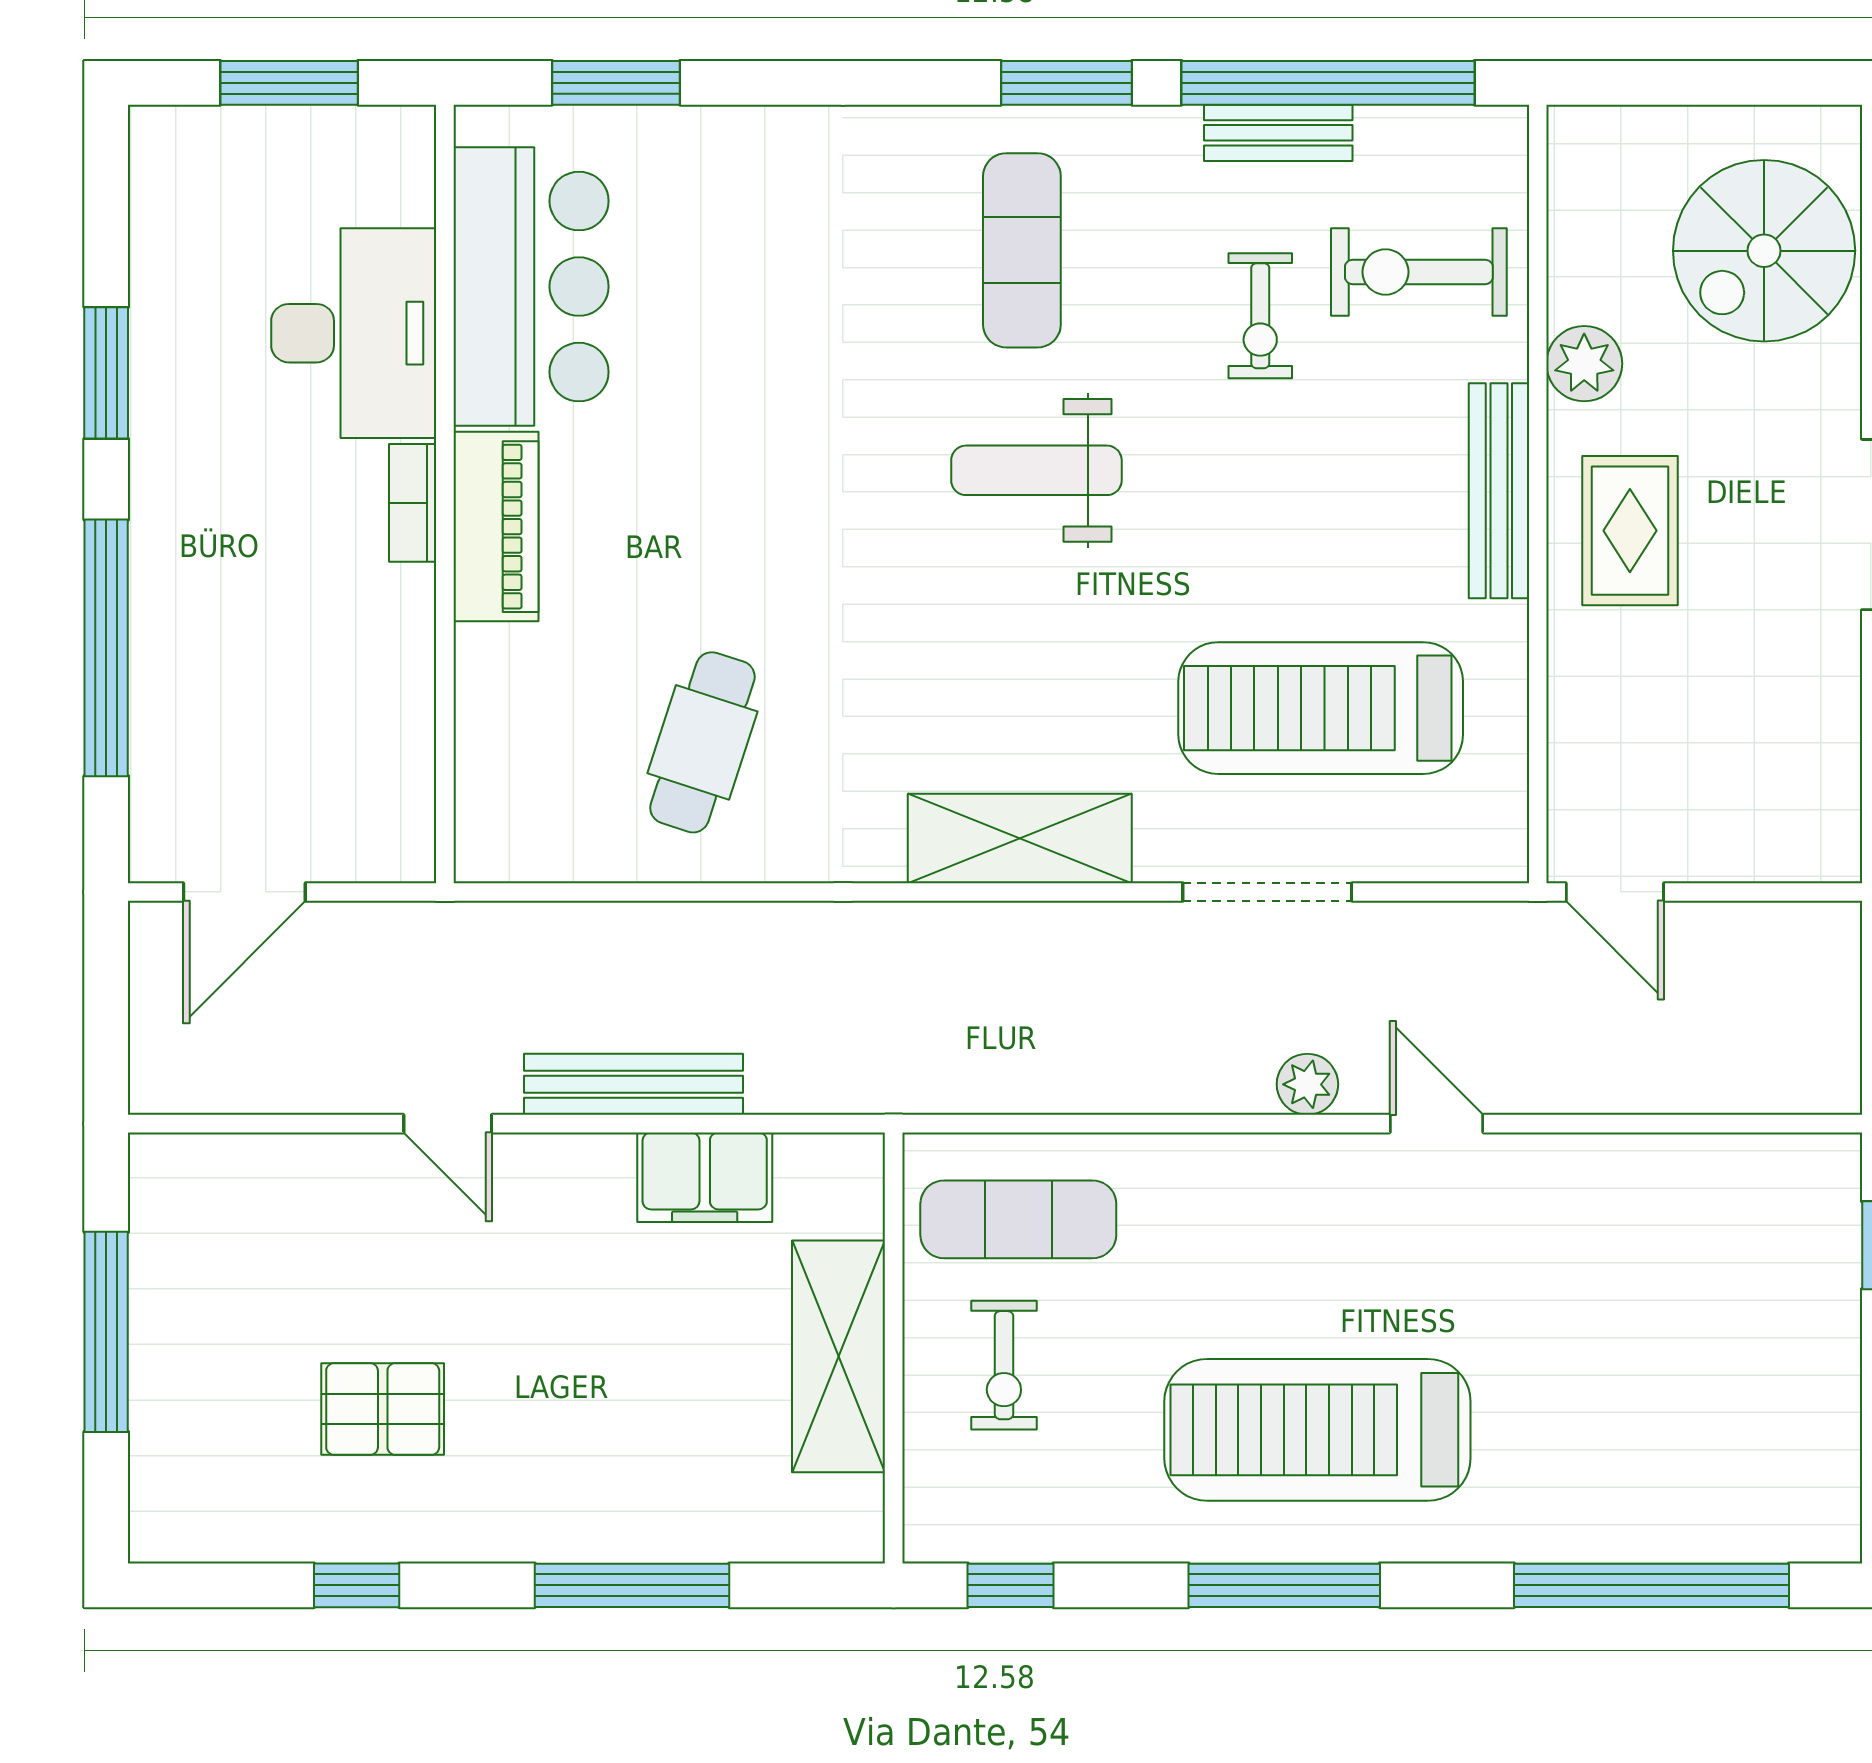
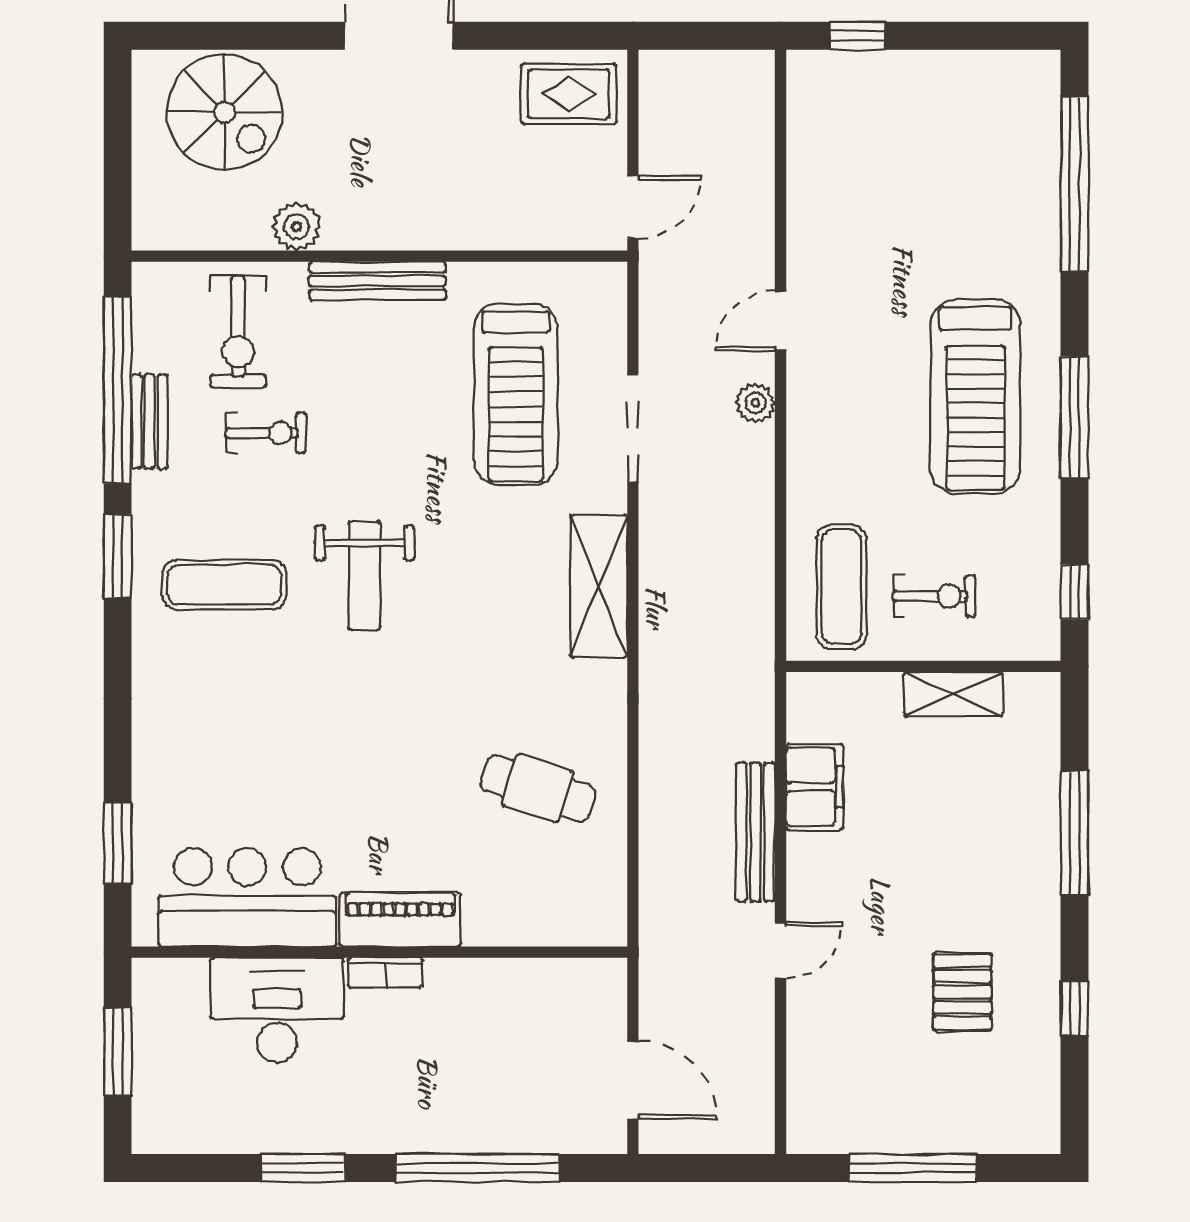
rug: (1630, 531) -> (569, 94), moved
shelving: (839, 1356) -> (953, 694), width x0.67, depth x0.75

